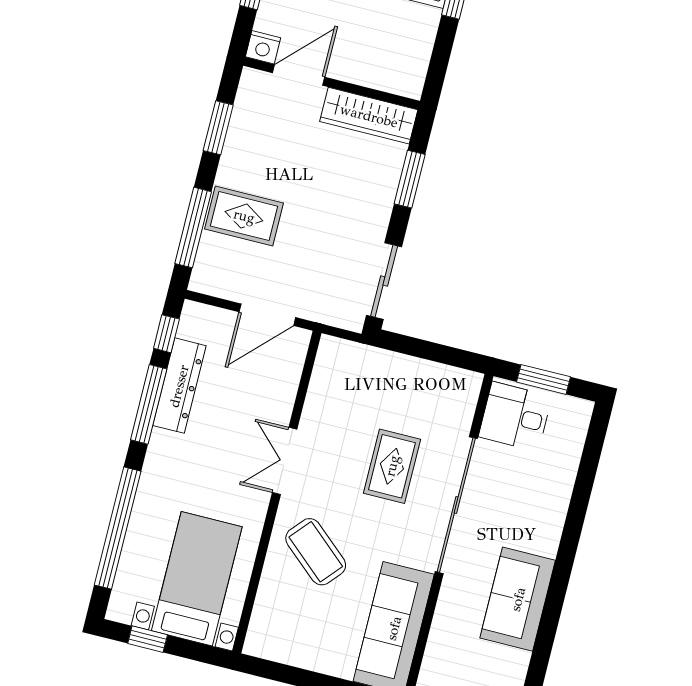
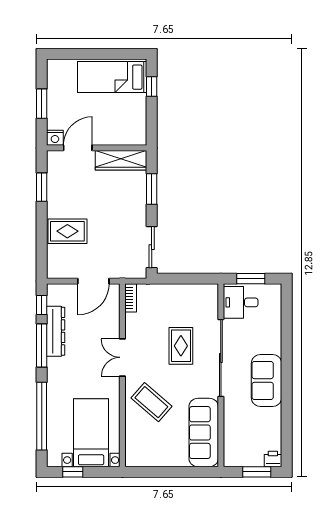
window: (193, 228) -> (42, 244), removed
bookcase: (325, 360) -> (131, 298), added
sofa: (518, 599) -> (267, 380), moved

